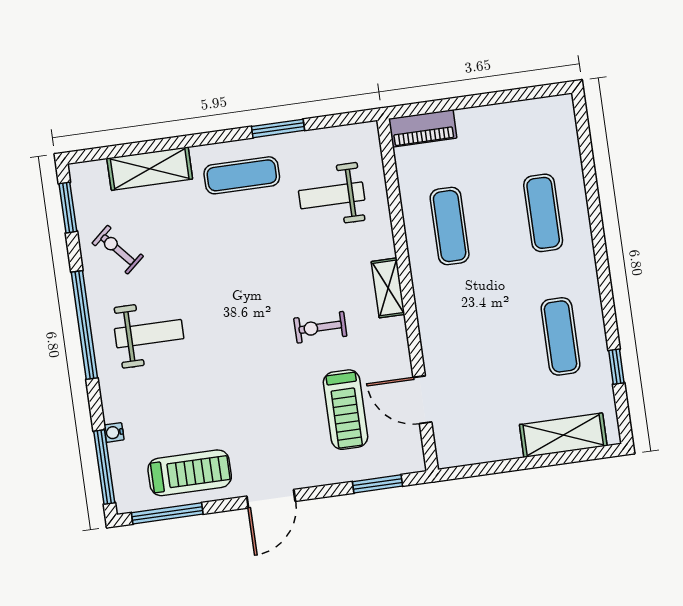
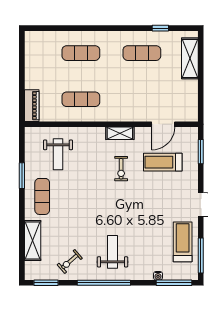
shelving: (388, 288) -> (120, 133), moved
treadmill: (345, 410) -> (163, 162), turned 180

